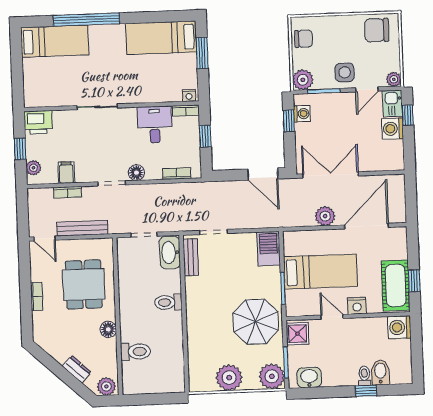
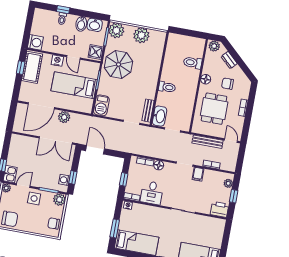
washing machine: (392, 129) -> (13, 159), removed
filing cabinet: (66, 173) -> (198, 174), moved
floor lamp: (136, 173) -> (159, 165), moved
chair: (71, 330) -> (228, 84), added
bidet: (380, 372) -> (81, 24), moved

